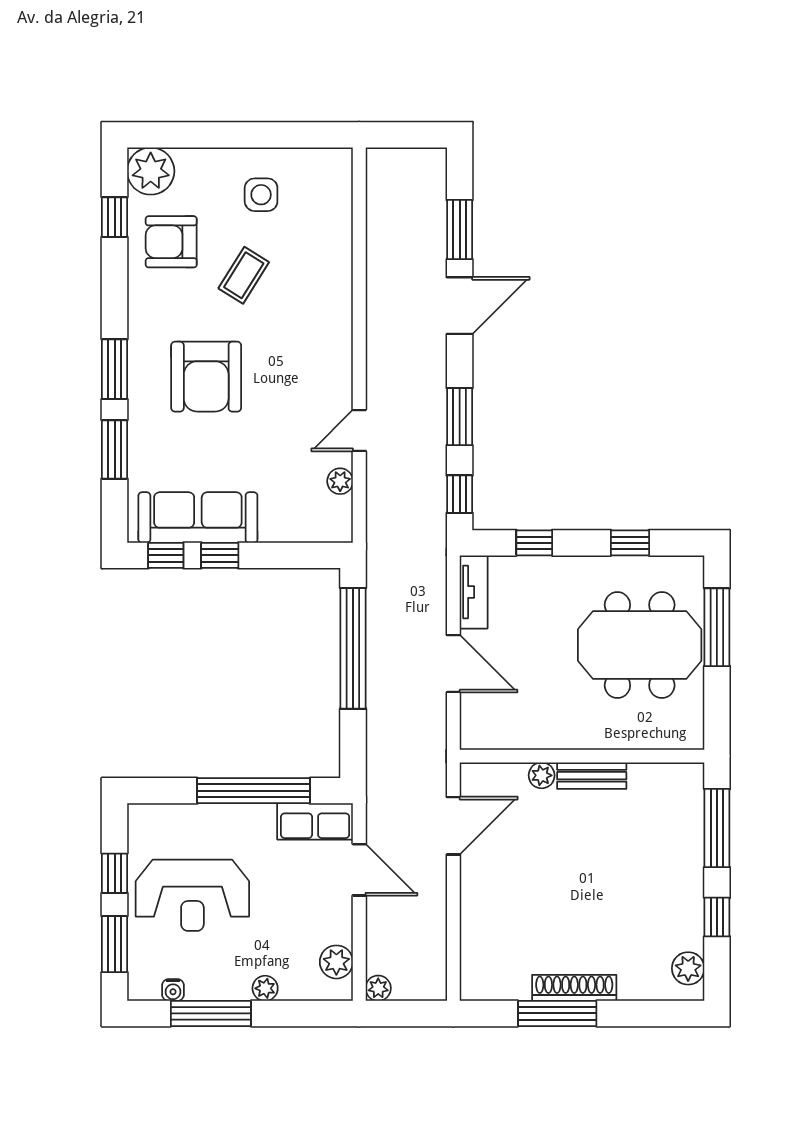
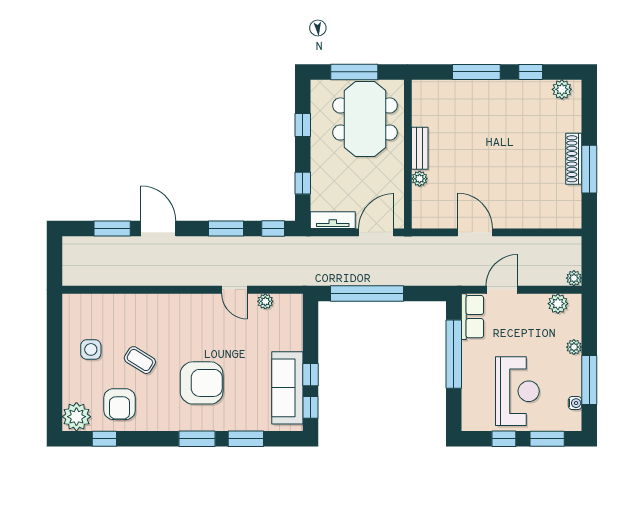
wall: (582, 756) -> (408, 154), moved
plant: (542, 775) -> (420, 179), moved
bench: (592, 776) -> (420, 148), moved

